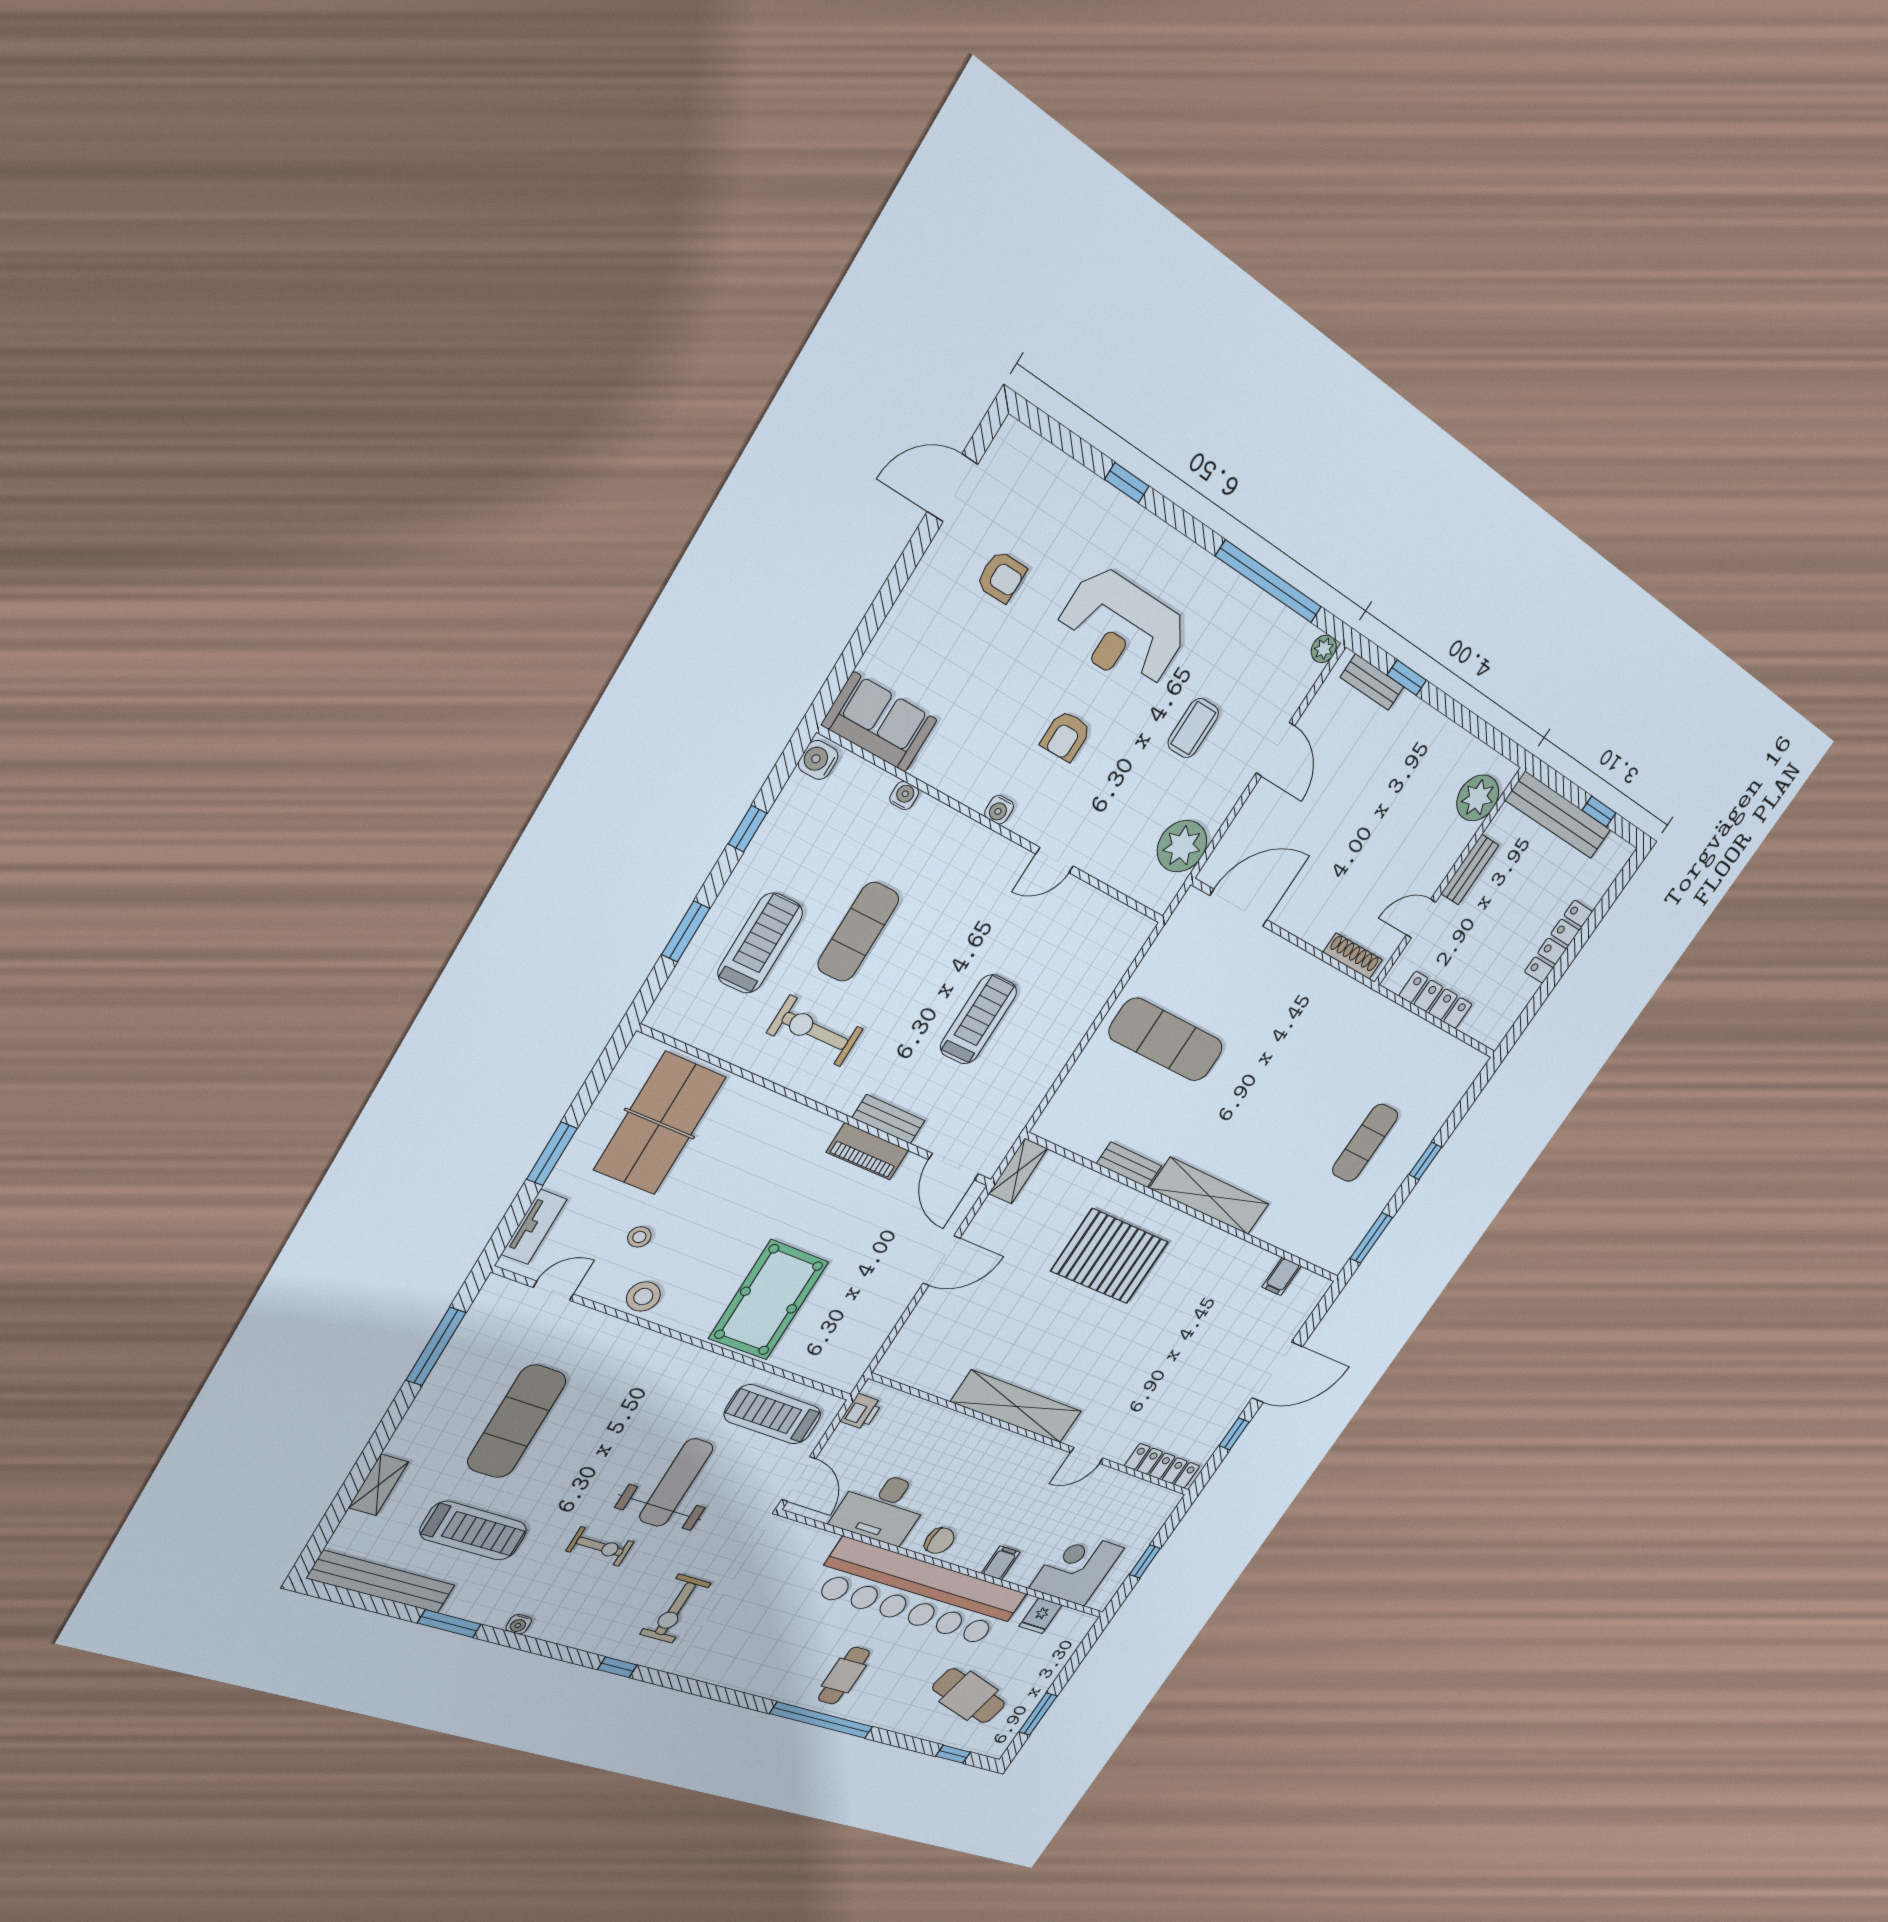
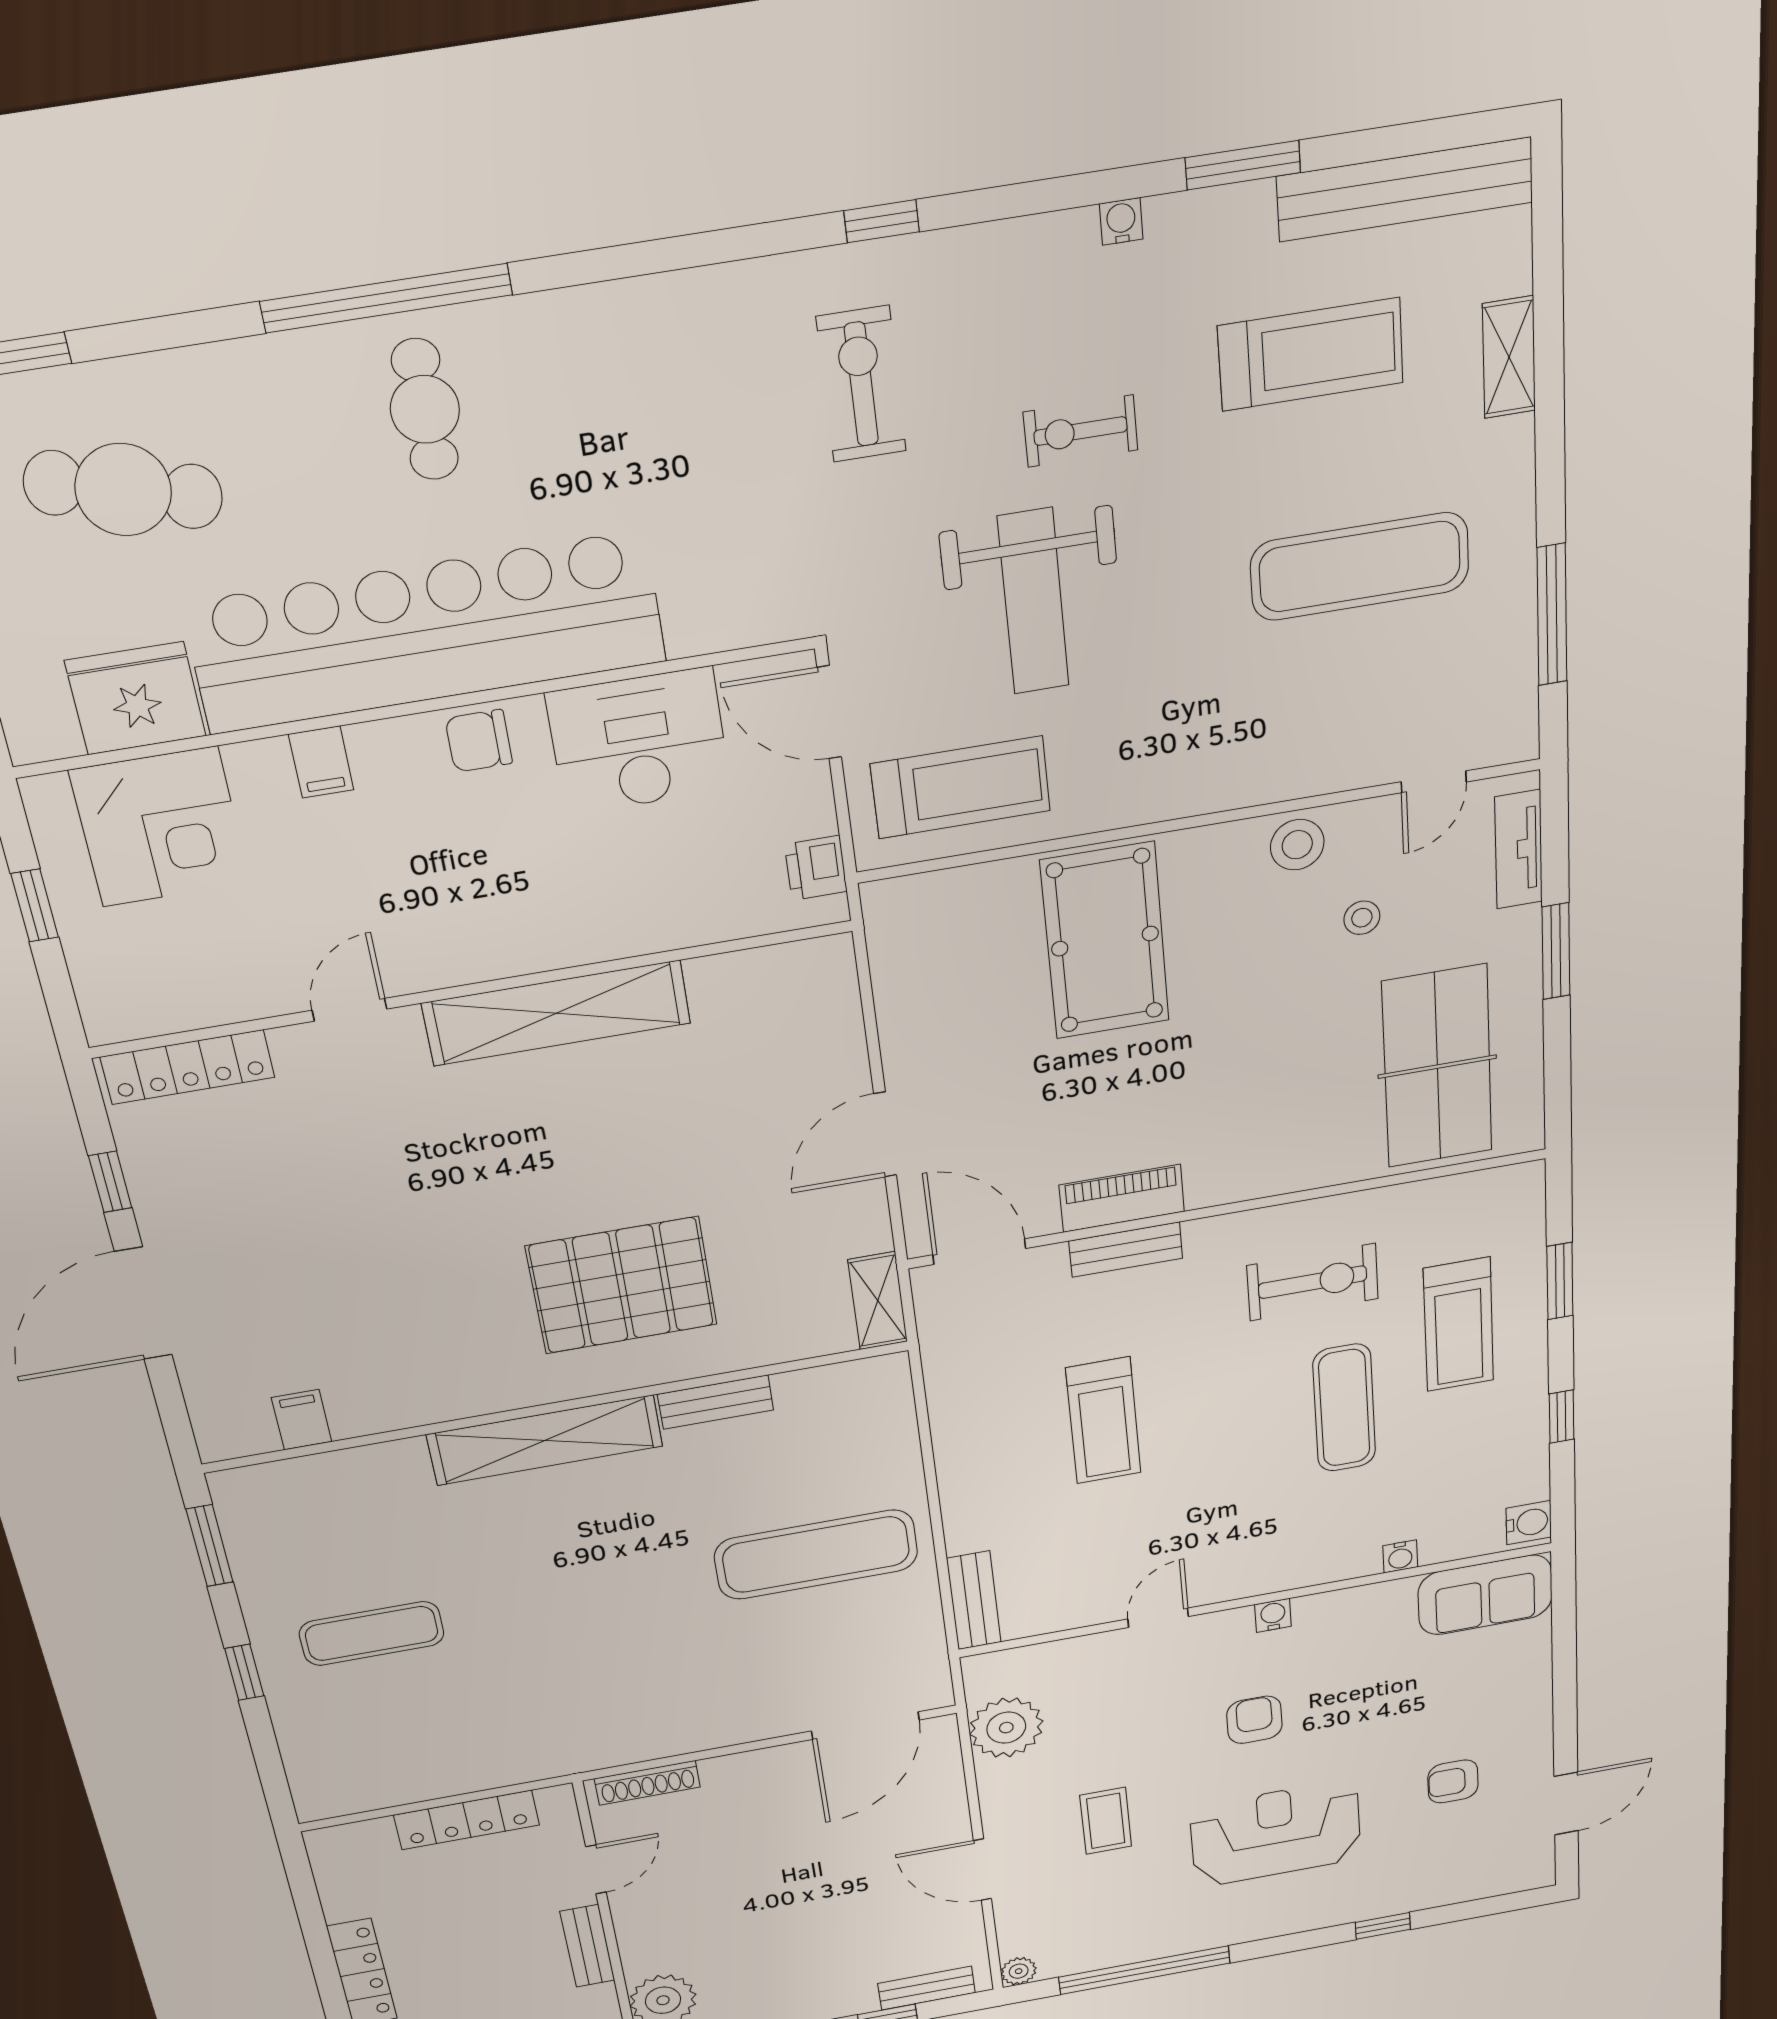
bench: (1126, 950) -> (974, 1600), added
exercise mat: (1365, 1143) -> (372, 1634), turned 90
exercise mat: (517, 1422) -> (1360, 566), turned 90
treadmill: (473, 1531) -> (1311, 354), turned 180
fridge: (1040, 1616) -> (136, 698), width x1.88, depth x1.34

